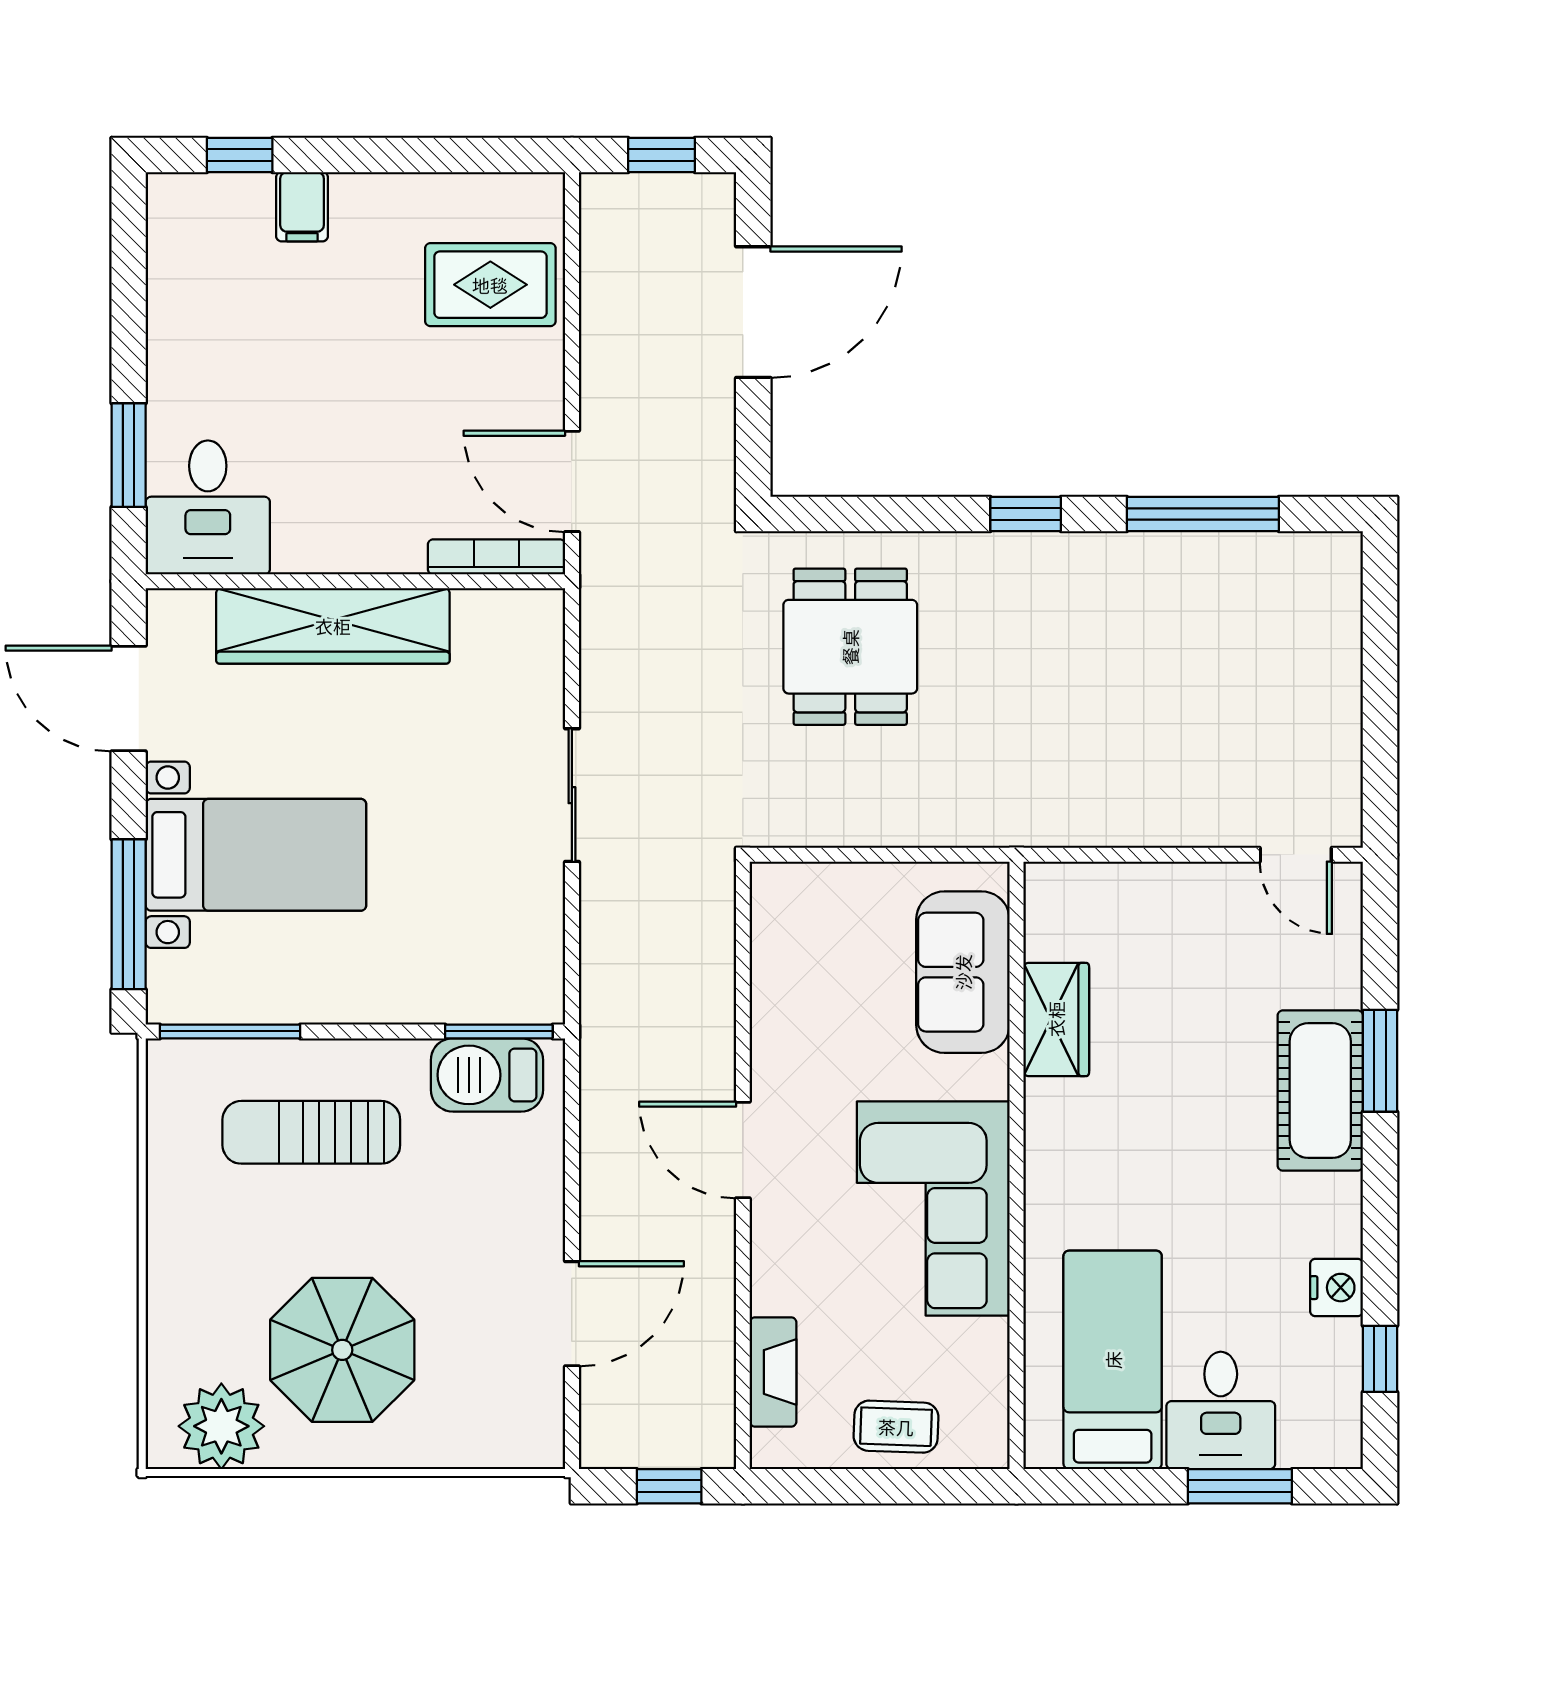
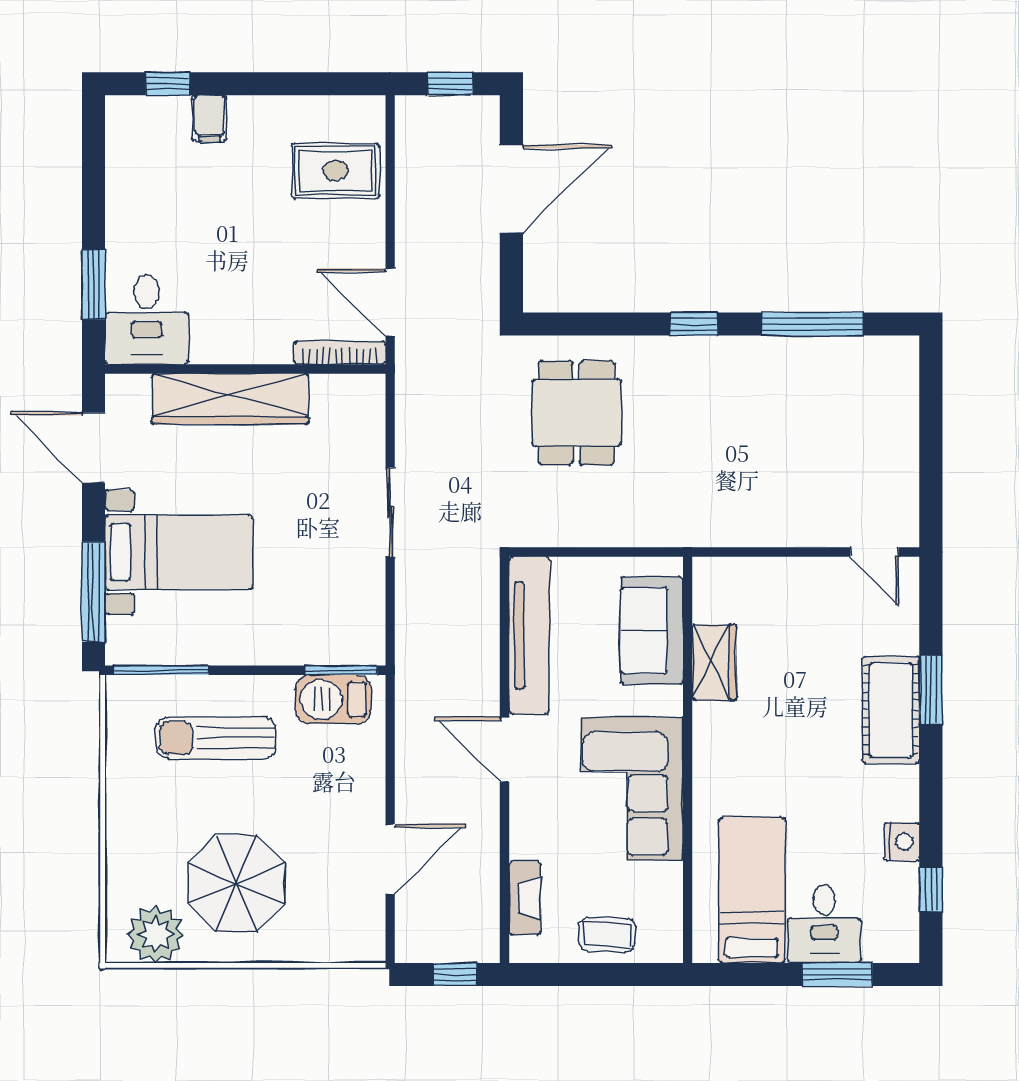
tv unit: (780, 979) -> (529, 635), added

